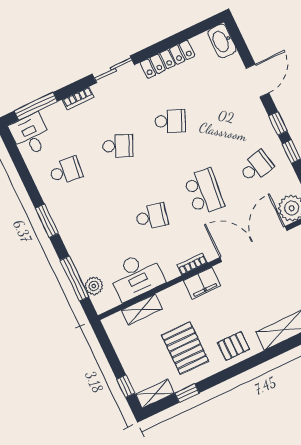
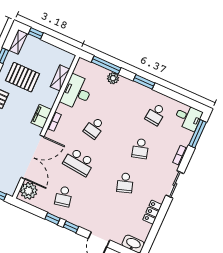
locker: (167, 59) -> (152, 212), width x0.66
school desk: (170, 121) -> (125, 183), turned -42
school desk: (118, 146) -> (140, 149), turned -39
plant: (94, 286) -> (113, 78), moved

